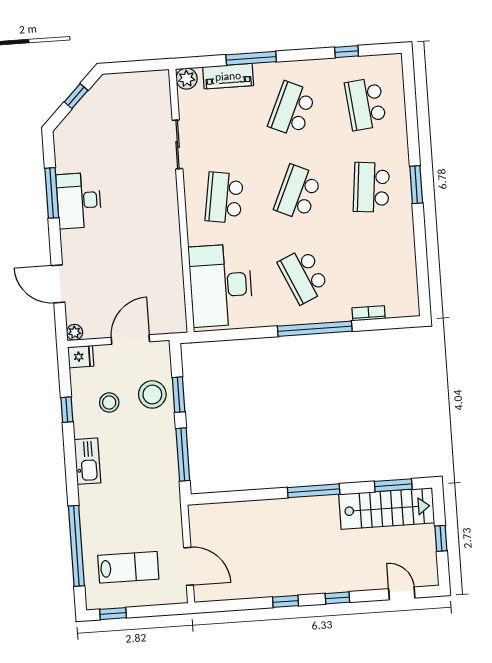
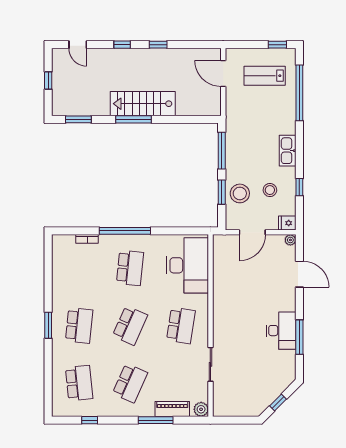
school desk: (304, 276) -> (130, 268), turned 30
stairs: (387, 509) -> (143, 104), moved

